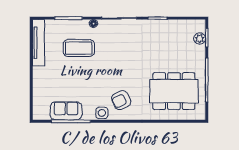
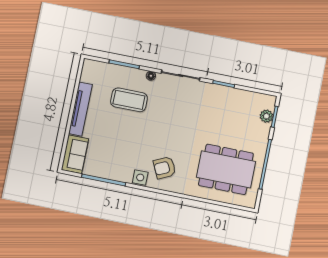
tv unit: (38, 43) -> (80, 109), moved
sofa: (66, 111) -> (75, 154), moved, turned 90

